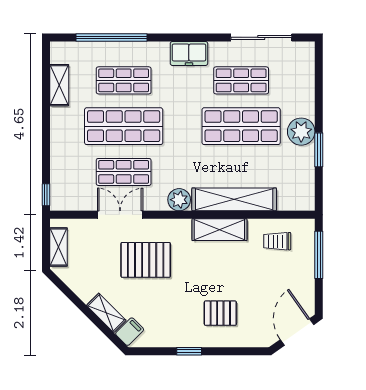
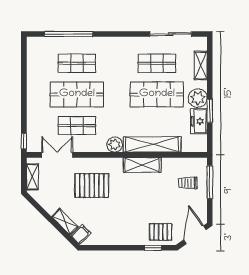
freezer: (189, 53) -> (199, 121), moved, turned 90
shelving: (59, 85) -> (201, 65), moved
double door: (120, 215) -> (57, 155), moved
trolley: (277, 241) -> (188, 183), moved
pallet: (220, 313) -> (161, 232), moved
window: (189, 351) -> (153, 248), moved

